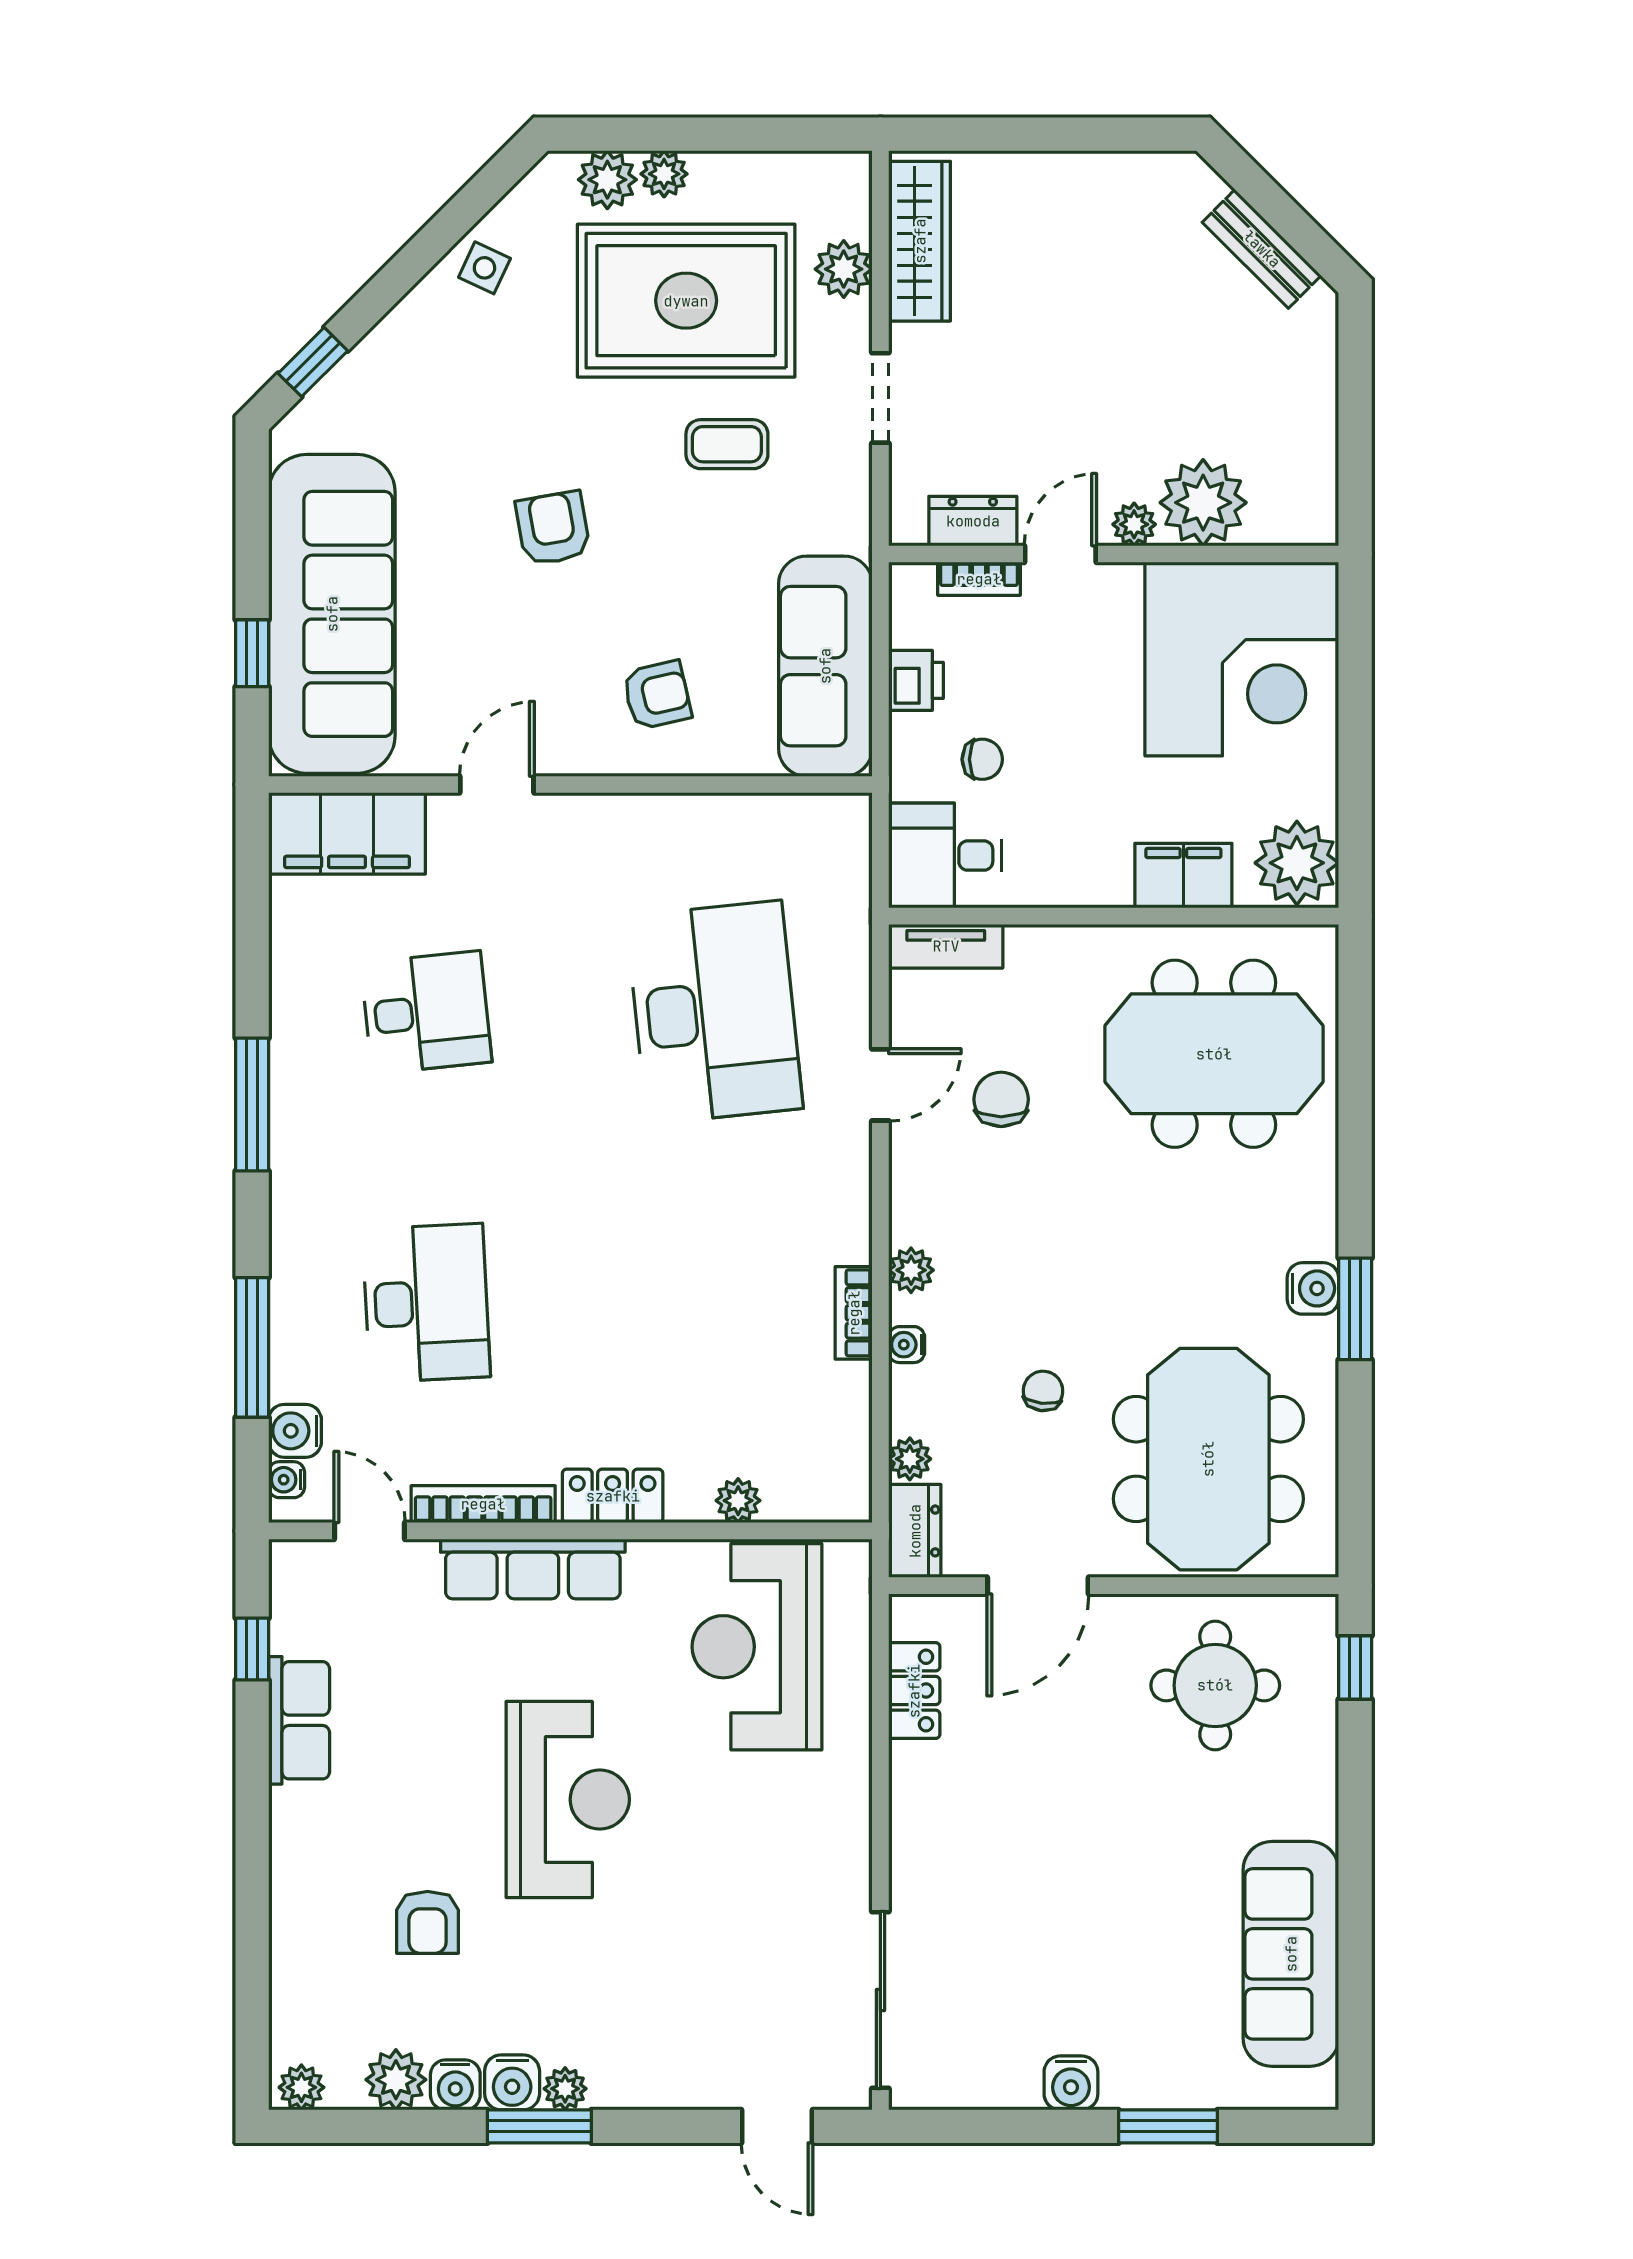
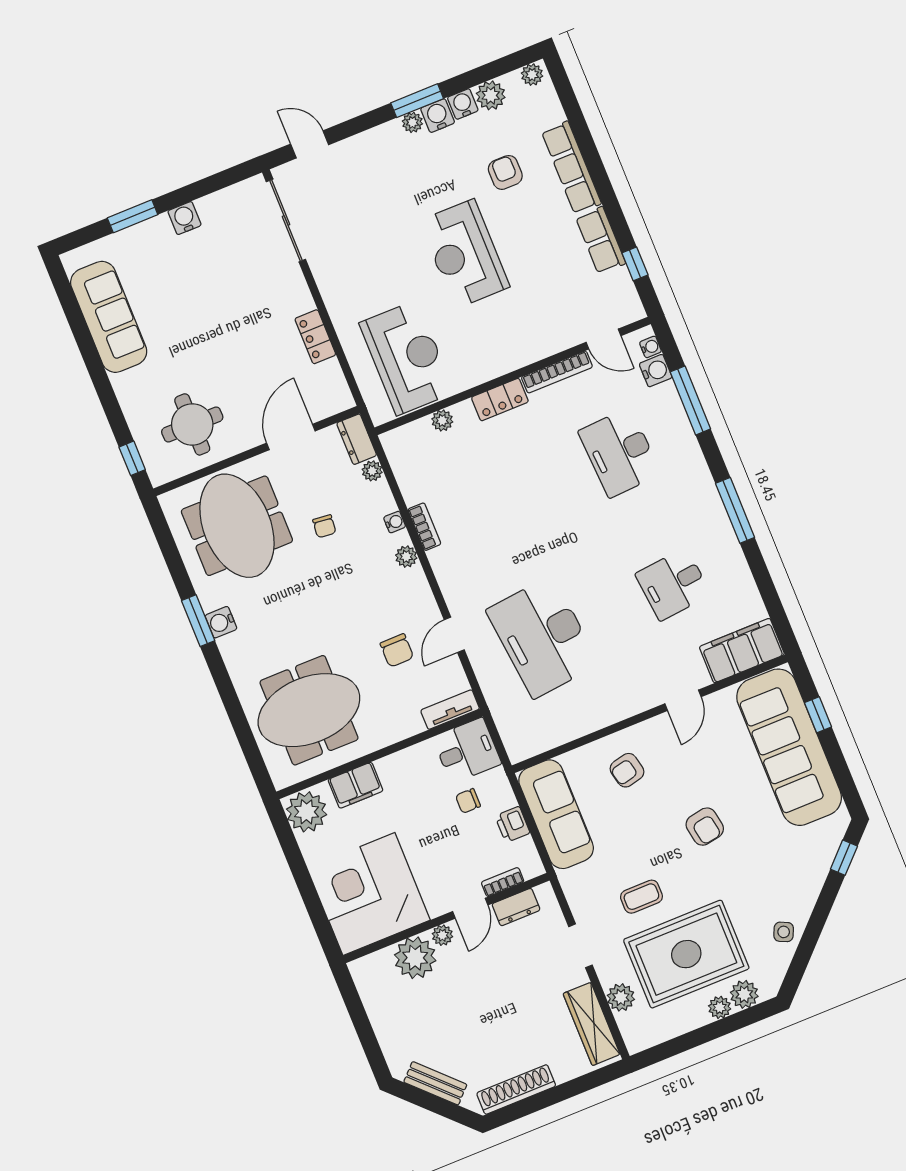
shoe rack: (1113, 175) -> (516, 1090), added
row of seats: (533, 1569) -> (571, 168), moved, turned -90
locker: (914, 1691) -> (315, 337), moved

